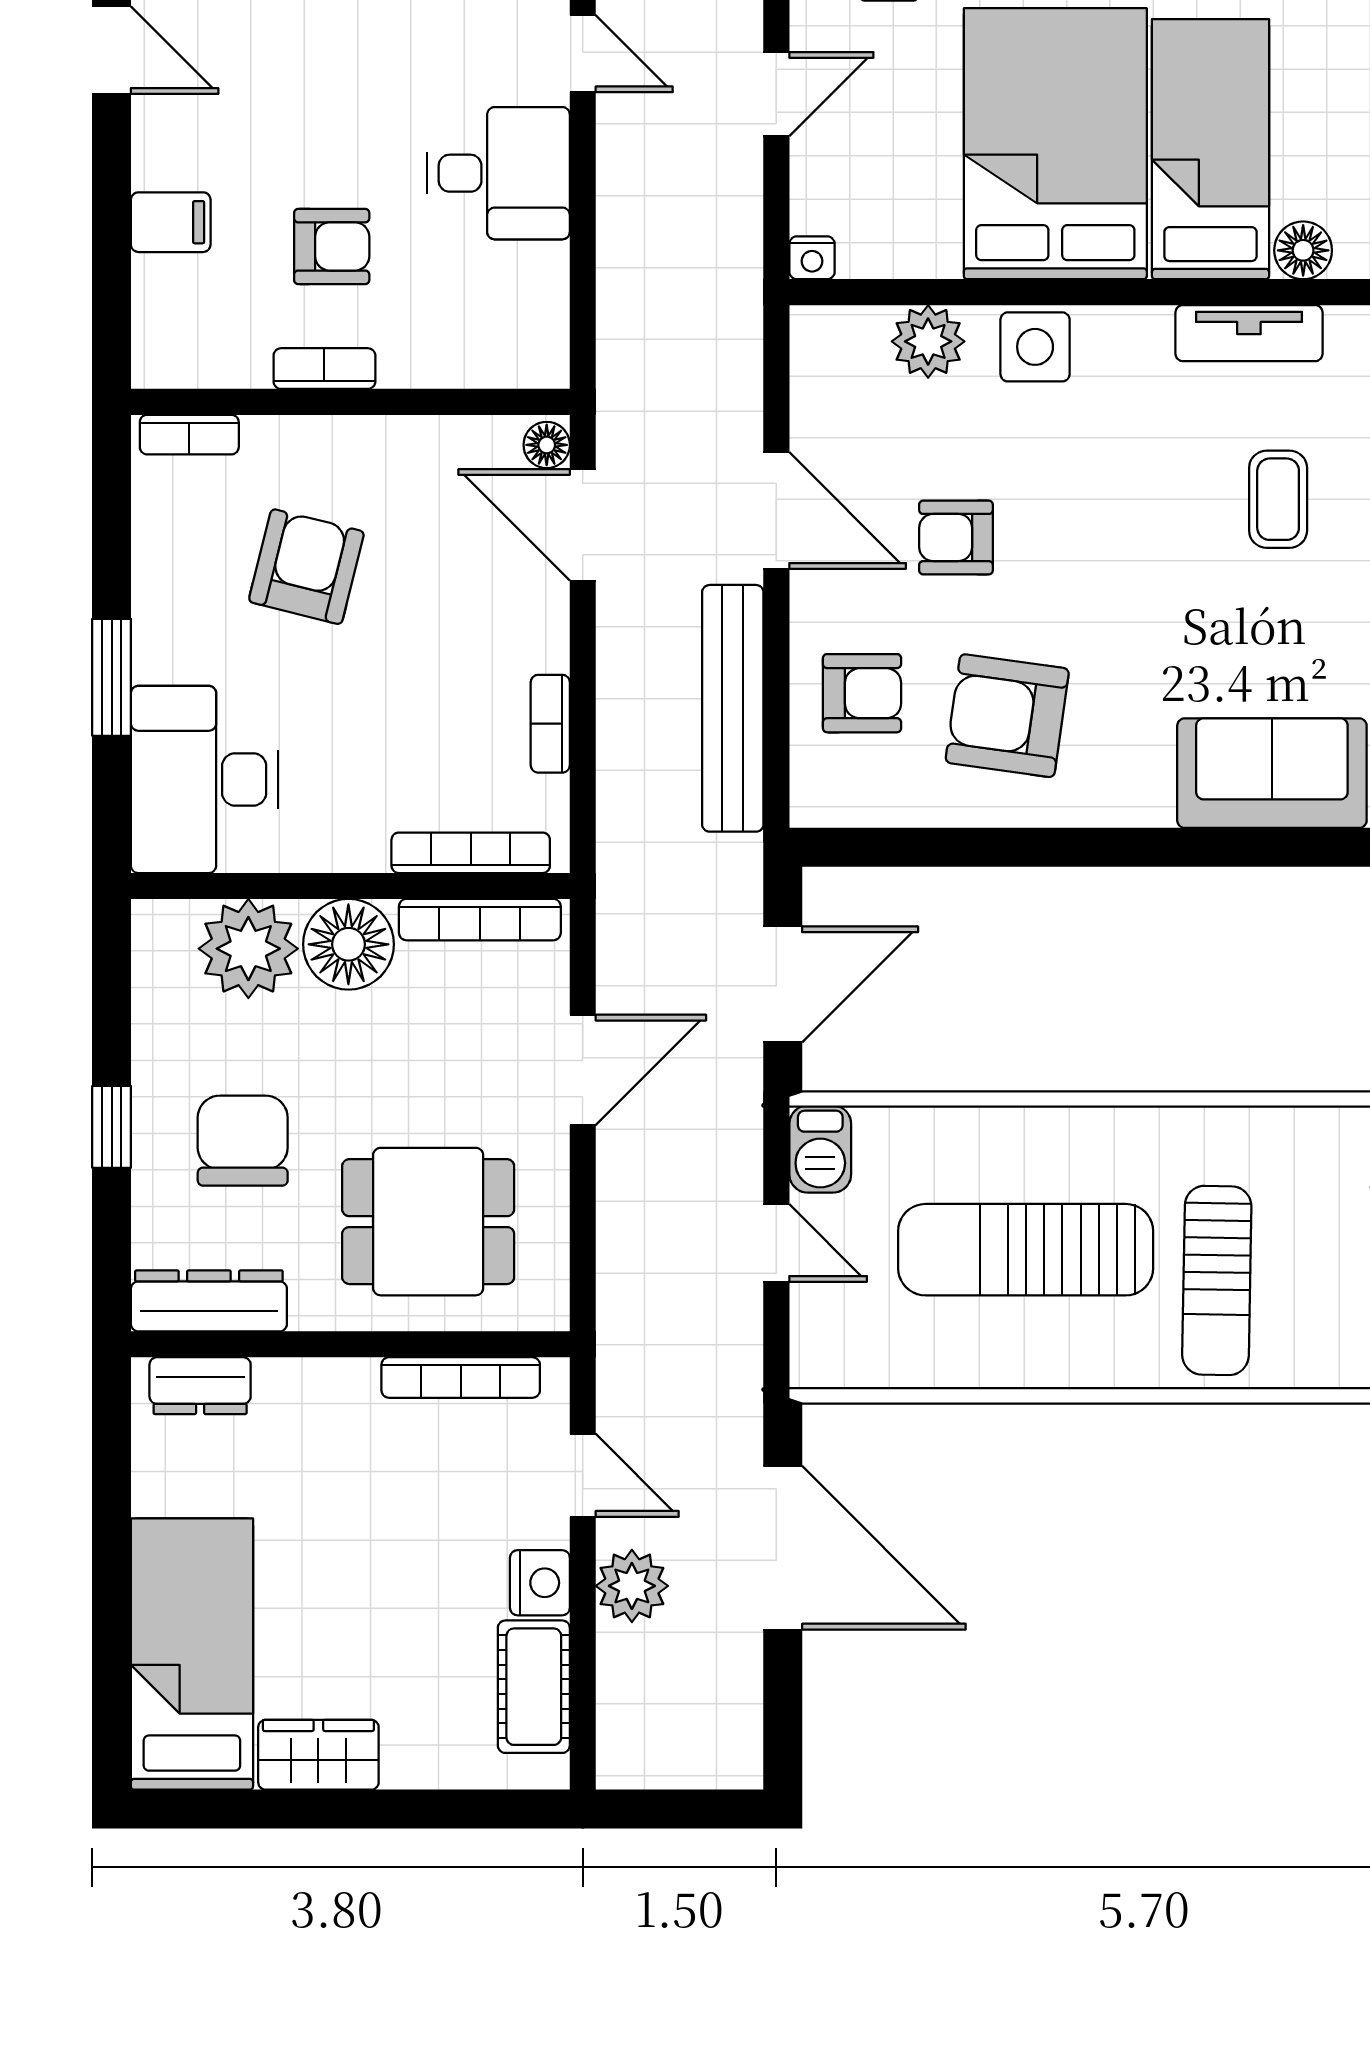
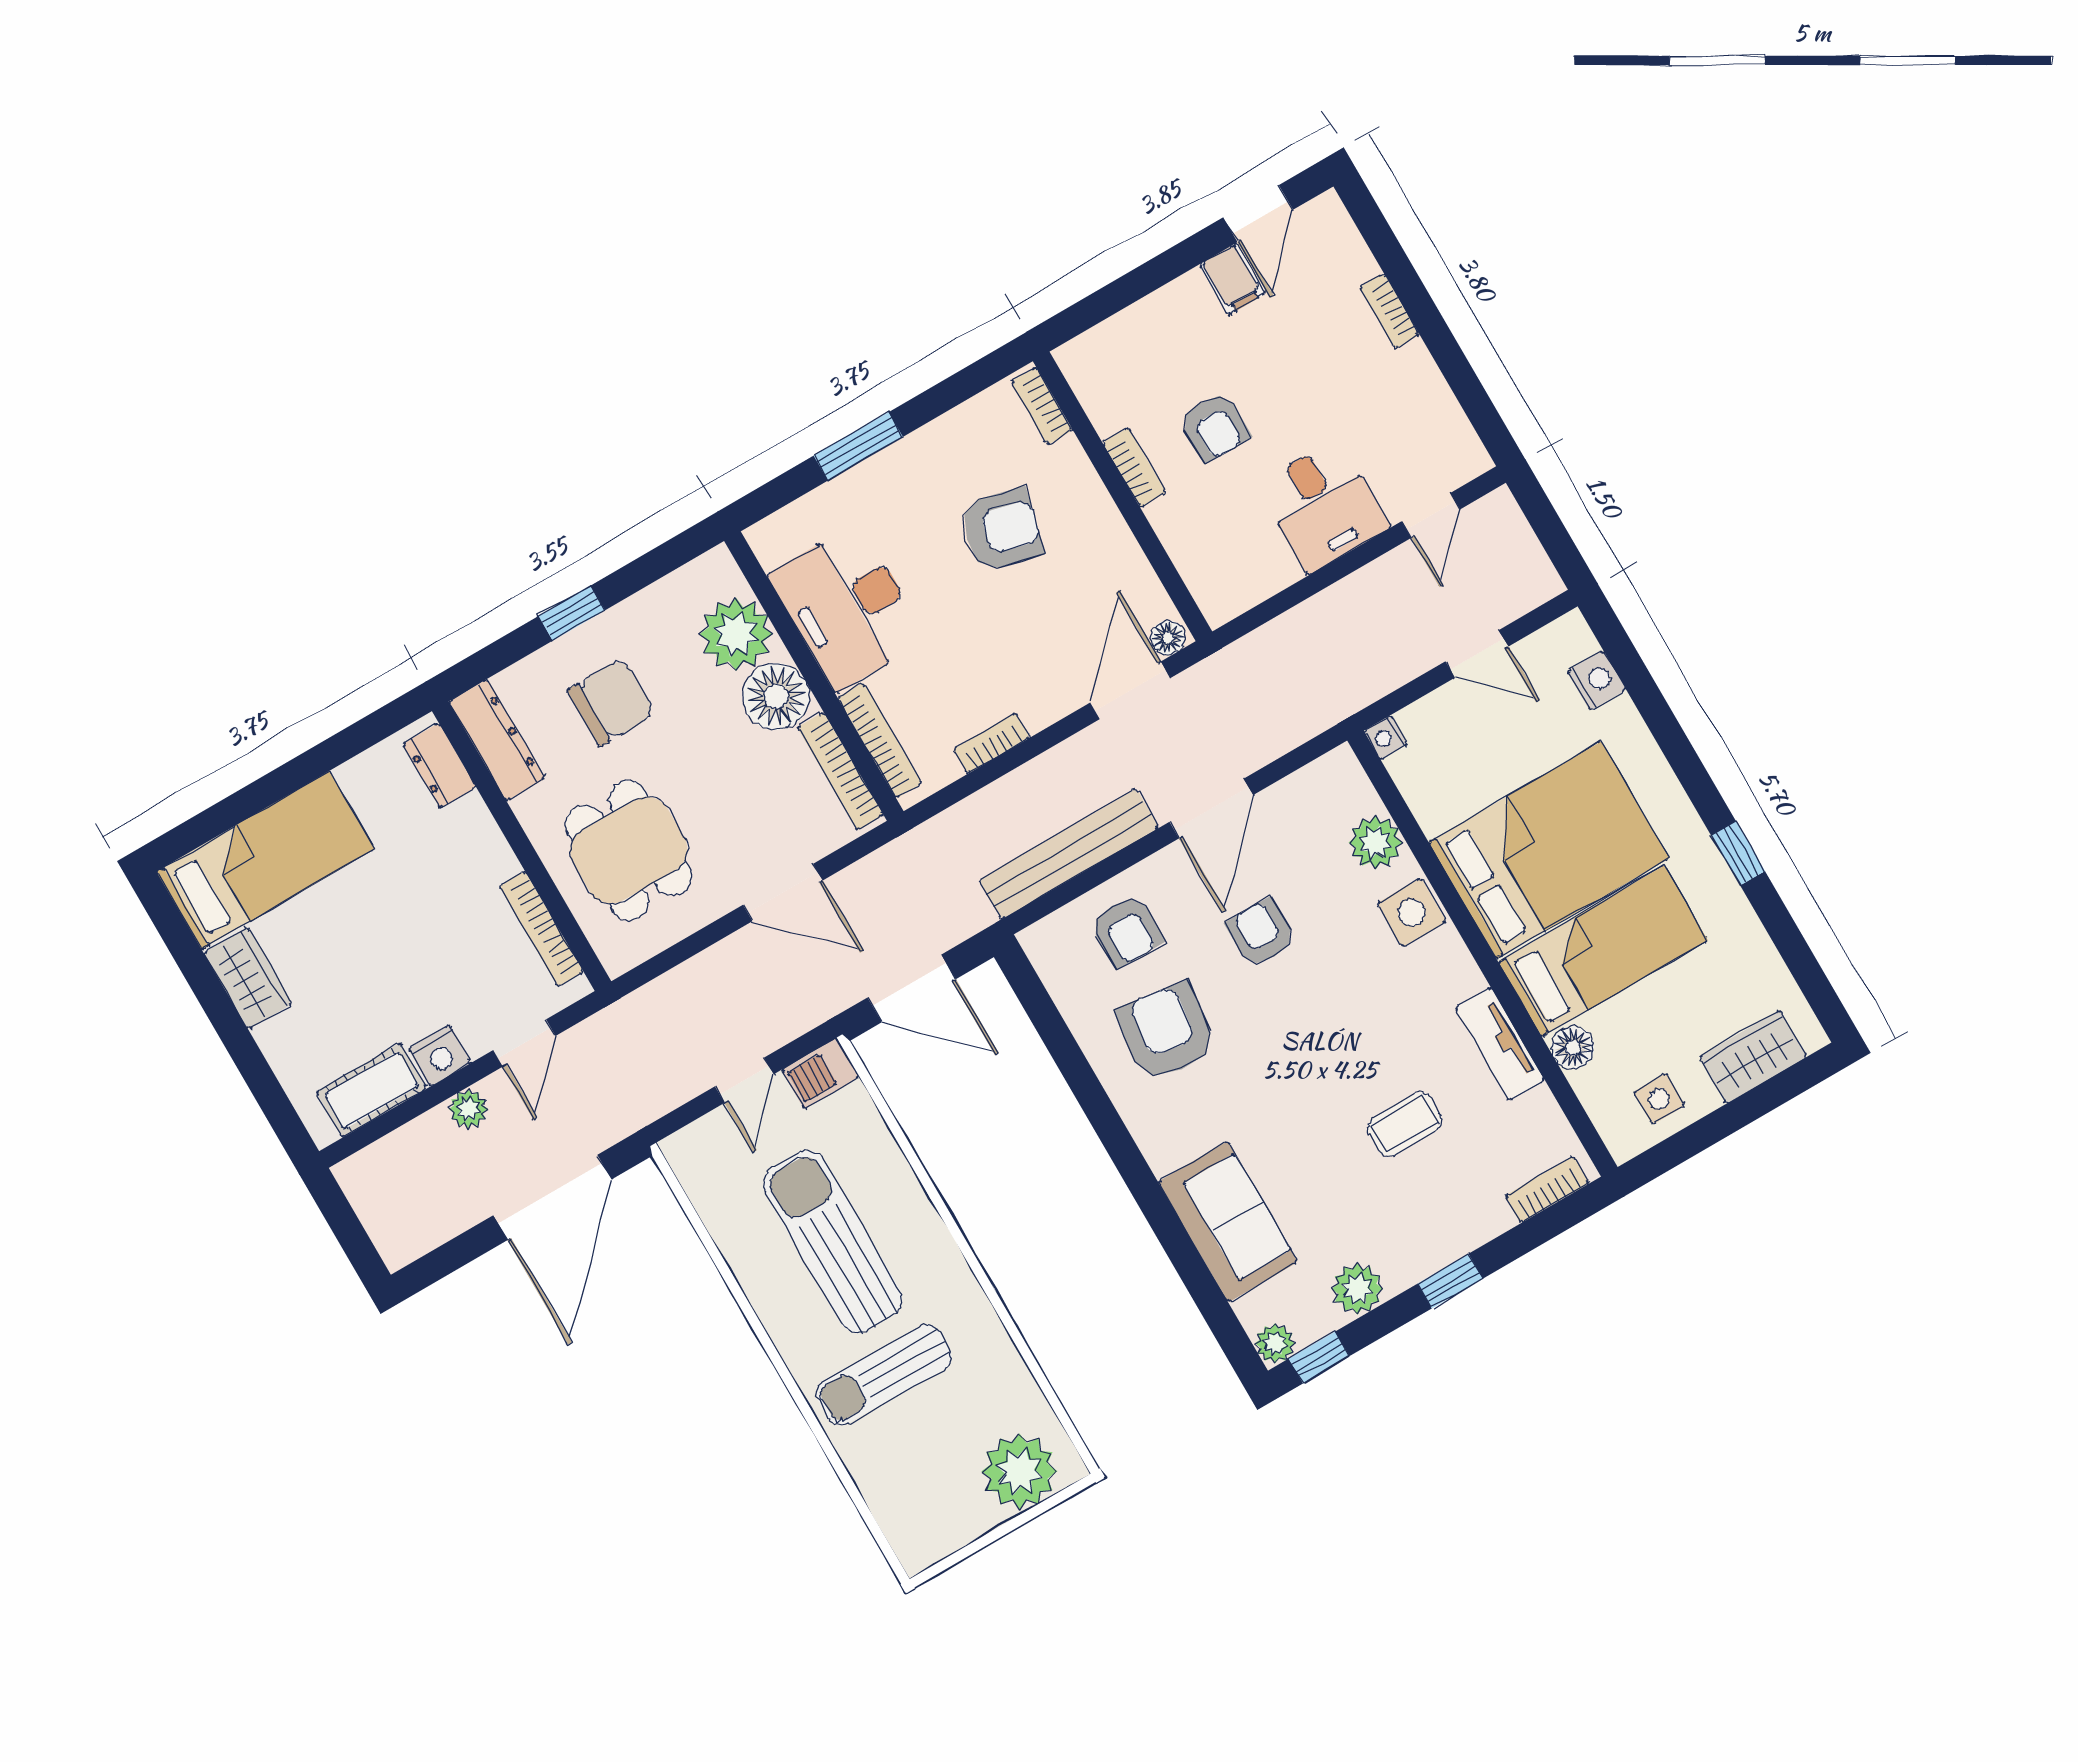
filing cabinet: (171, 222) -> (1233, 279), moved
desk: (204, 779) -> (848, 607), moved, turned -90
plant: (632, 1586) -> (468, 1109), width x0.73, depth x0.73

